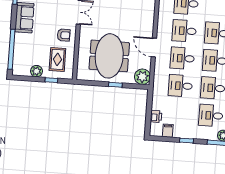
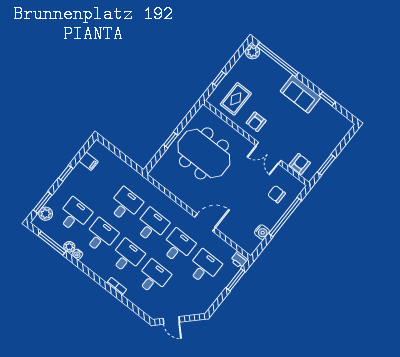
door: (154, 47) -> (205, 223), moved
rug: (57, 59) -> (236, 99), turned 90
plant: (36, 71) -> (252, 52), moved
plant: (142, 77) -> (160, 173), removed
printer: (156, 116) -> (111, 159), removed

